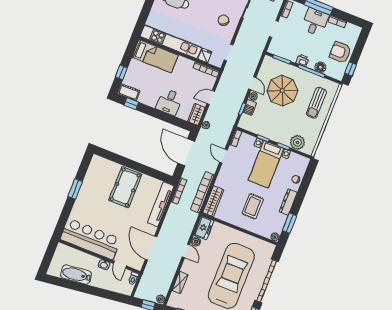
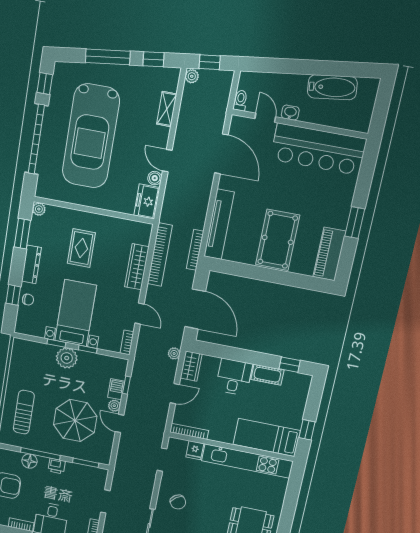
window: (121, 72) -> (307, 430), moved
cot: (129, 92) -> (267, 375), moved
plant: (297, 142) -> (67, 358), moved
piano: (94, 172) -> (329, 254), added
window: (305, 184) -> (13, 295), added
wardrobe: (213, 201) -> (137, 267), moved

